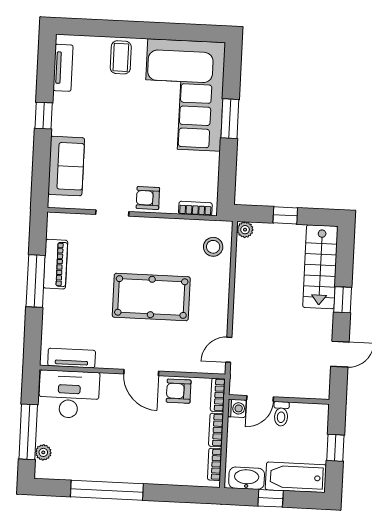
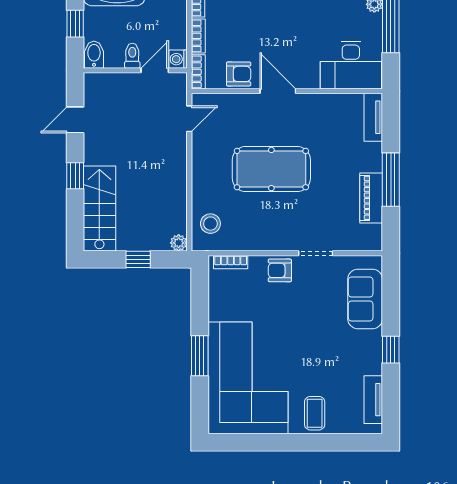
armchair: (148, 198) -> (280, 270), turned 180
tv unit: (72, 358) -> (373, 117), moved, turned 90
bidet: (318, 417) -> (94, 55), added

